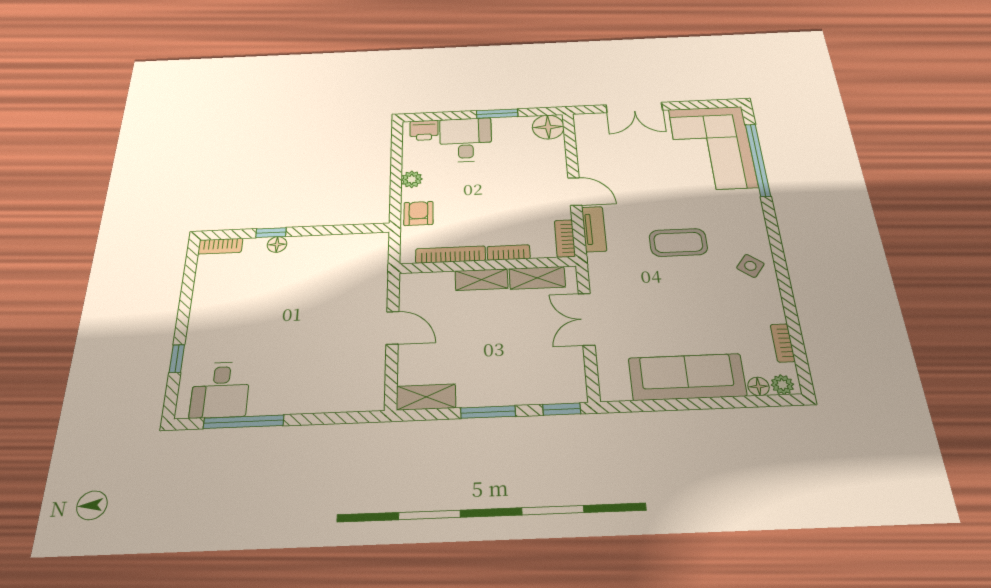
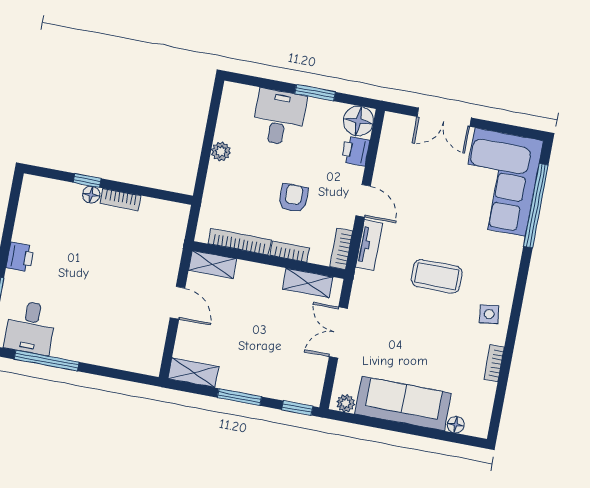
printer: (424, 130) -> (356, 151), moved, turned 90
armchair: (418, 213) -> (293, 198), moved
bookcase: (220, 246) -> (121, 199), moved
side table: (750, 266) -> (489, 314), turned 45
shelving: (482, 280) -> (212, 264), moved
printer: (202, 319) -> (20, 257), added
bookcase: (783, 343) -> (494, 363), moved
plant: (782, 385) -> (346, 403), moved

